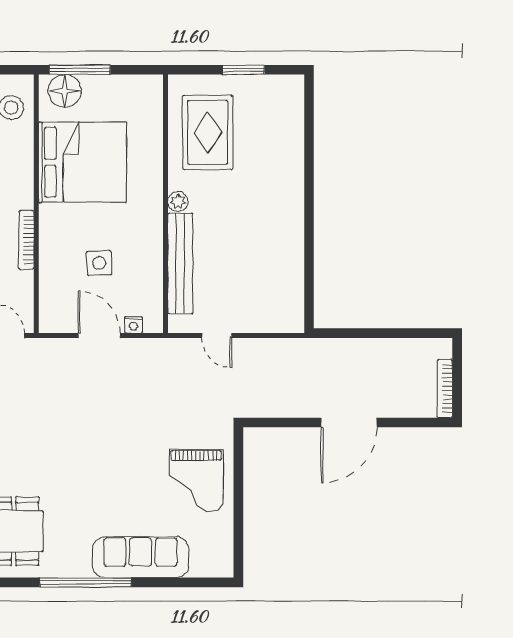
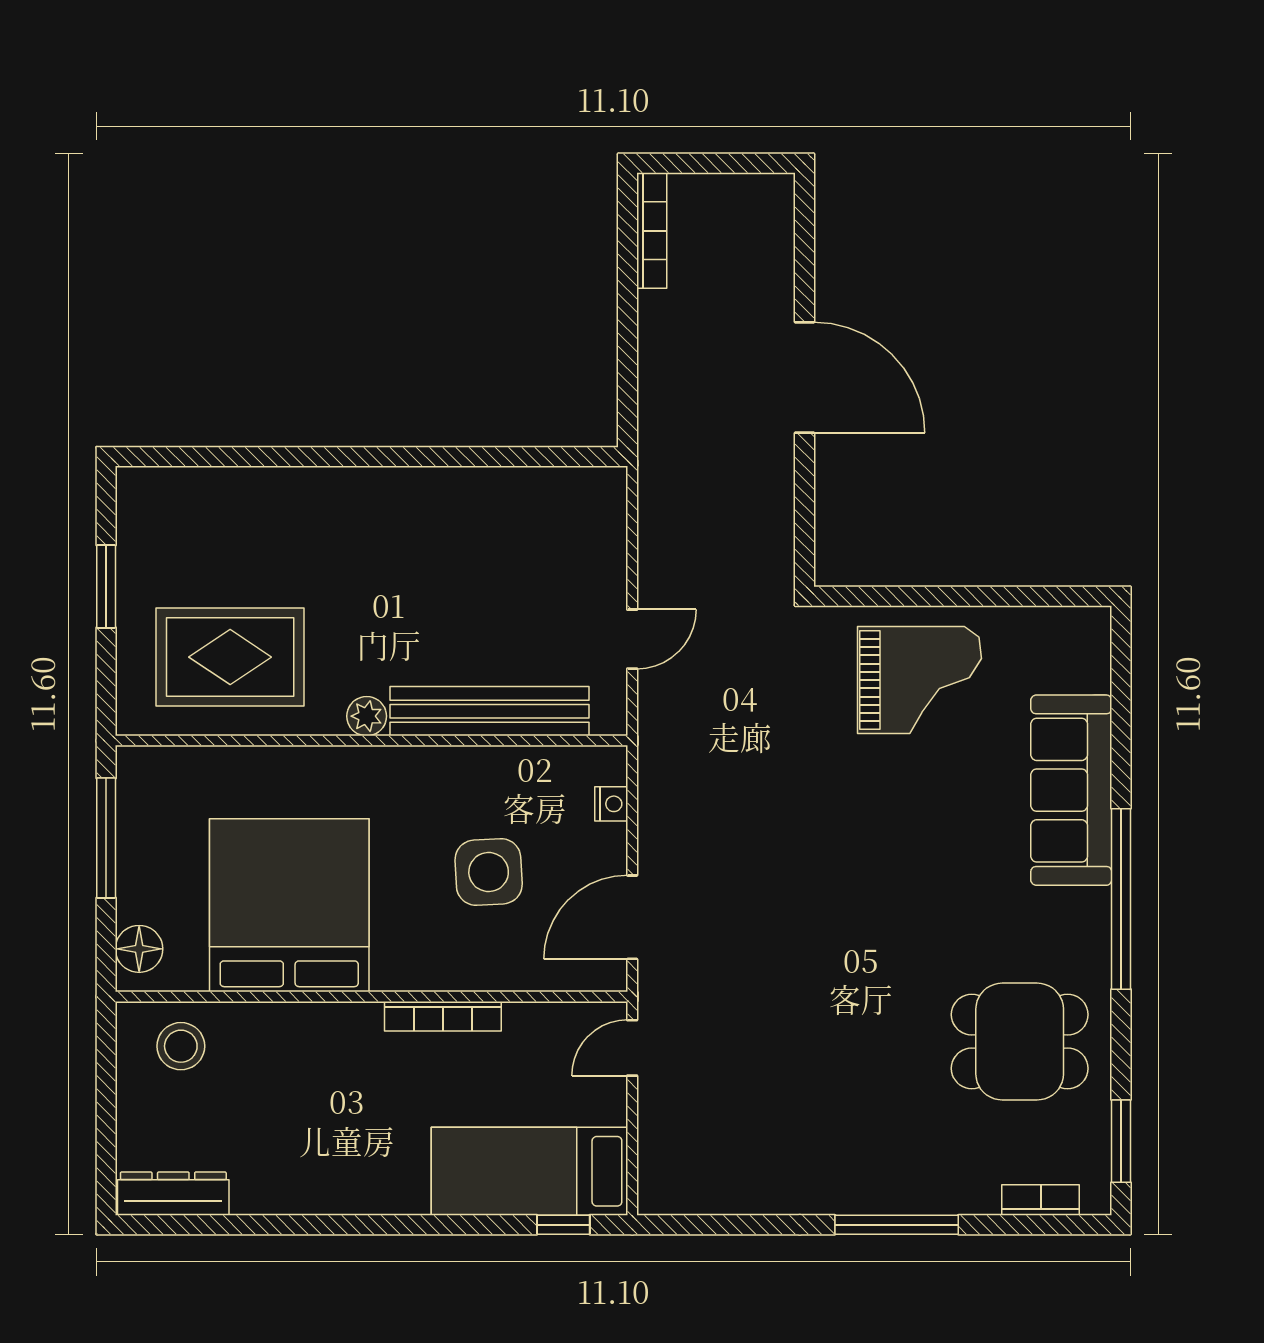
window: (80, 70) -> (106, 838), moved
floor lamp: (65, 91) -> (139, 949), width x0.73, depth x0.73
side table: (99, 263) -> (489, 872), width x1.37, depth x1.37
door: (99, 335) -> (632, 917), moved
bookcase: (445, 389) -> (652, 231), moved, turned -90

